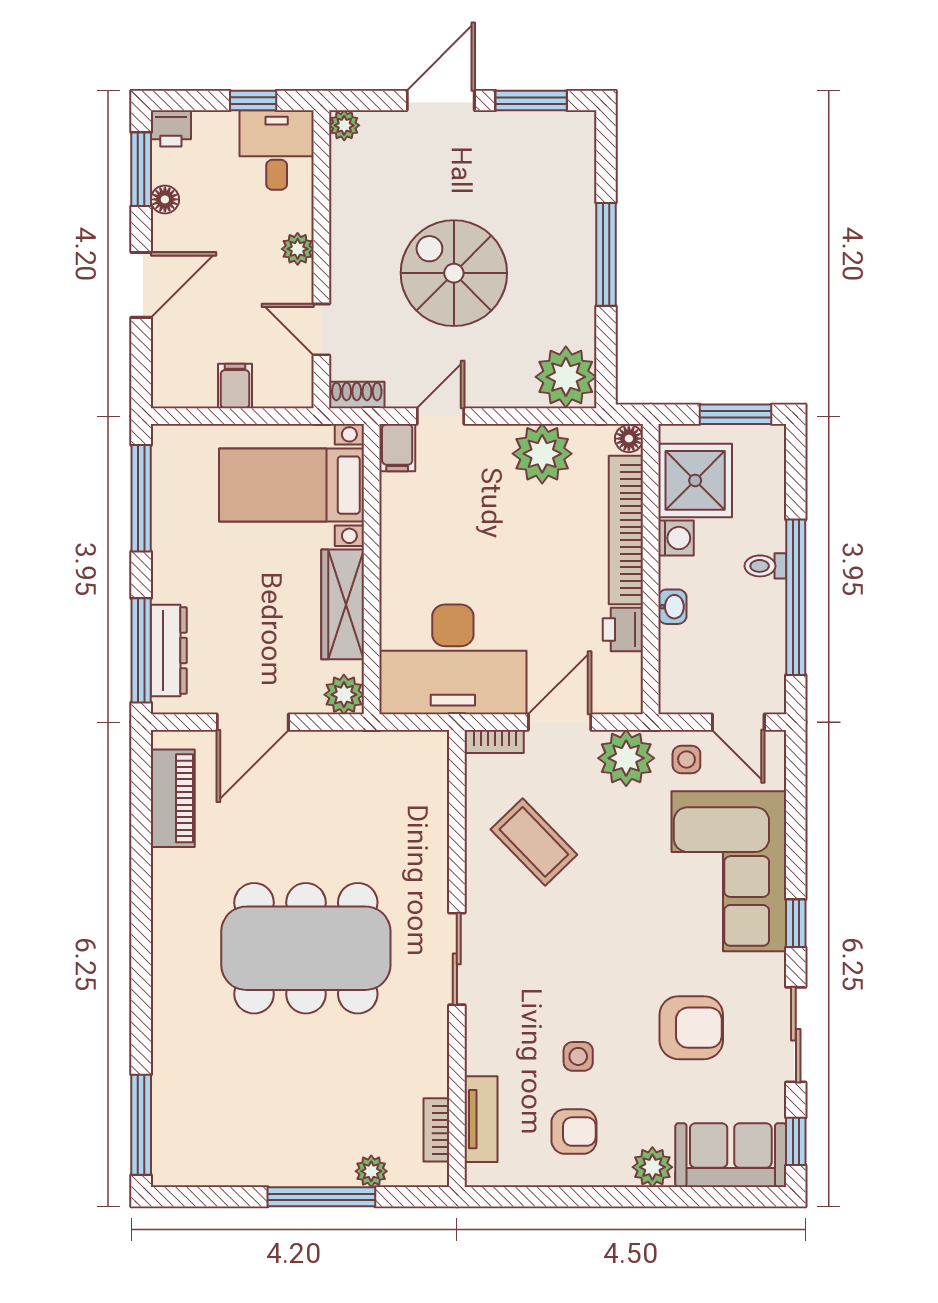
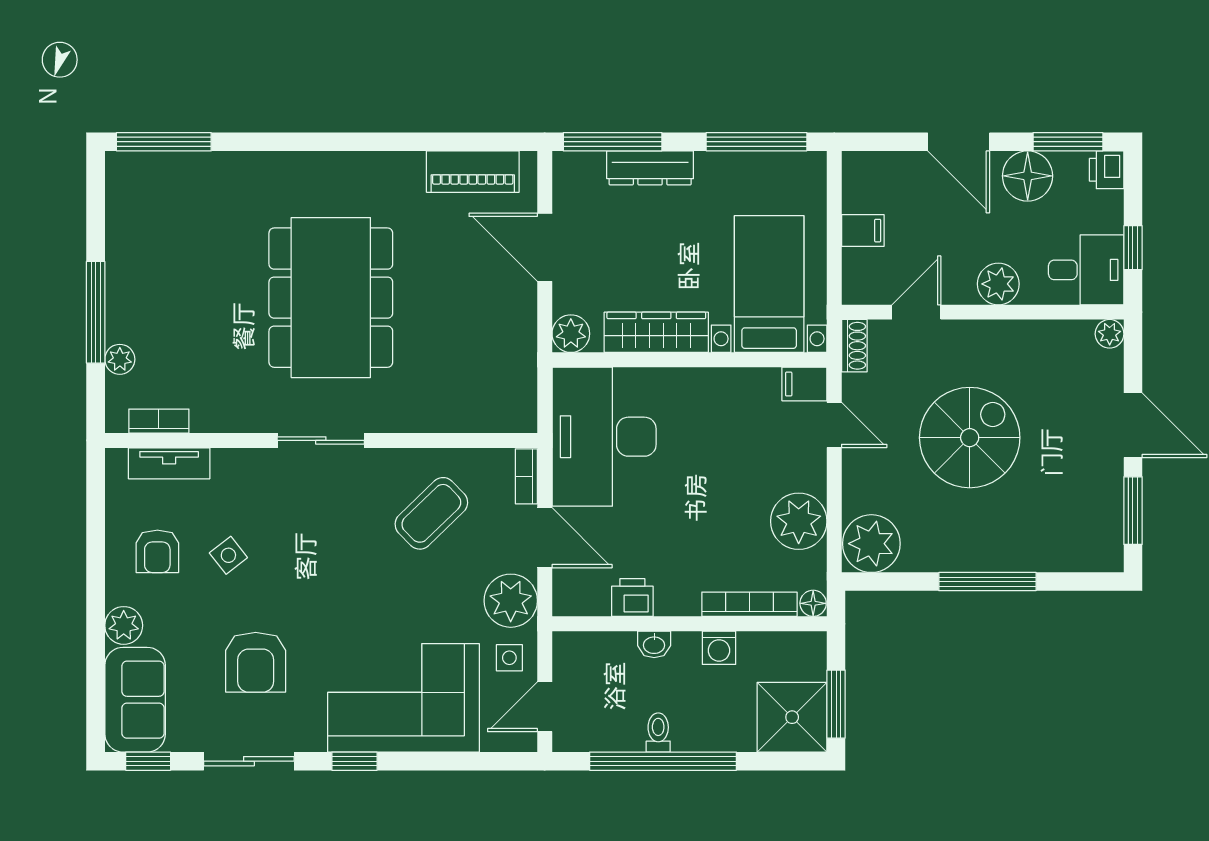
floor lamp: (165, 199) -> (1028, 176), width x1.89, depth x1.89
plant: (298, 249) -> (998, 284), width x1.38, depth x1.38
shower: (695, 480) -> (792, 717), moved
bookcase: (626, 530) -> (749, 604), width x0.68, depth x0.76
toilet: (765, 566) -> (658, 732), moved
dresser: (169, 650) -> (650, 168), moved
side table: (578, 1056) -> (228, 555), turned -38

